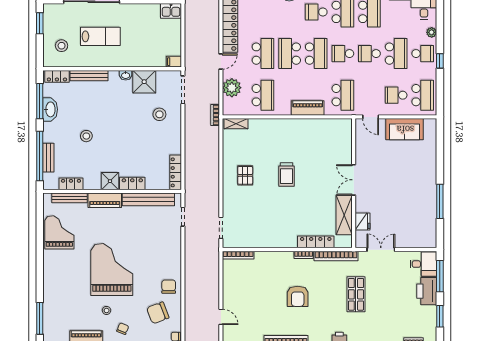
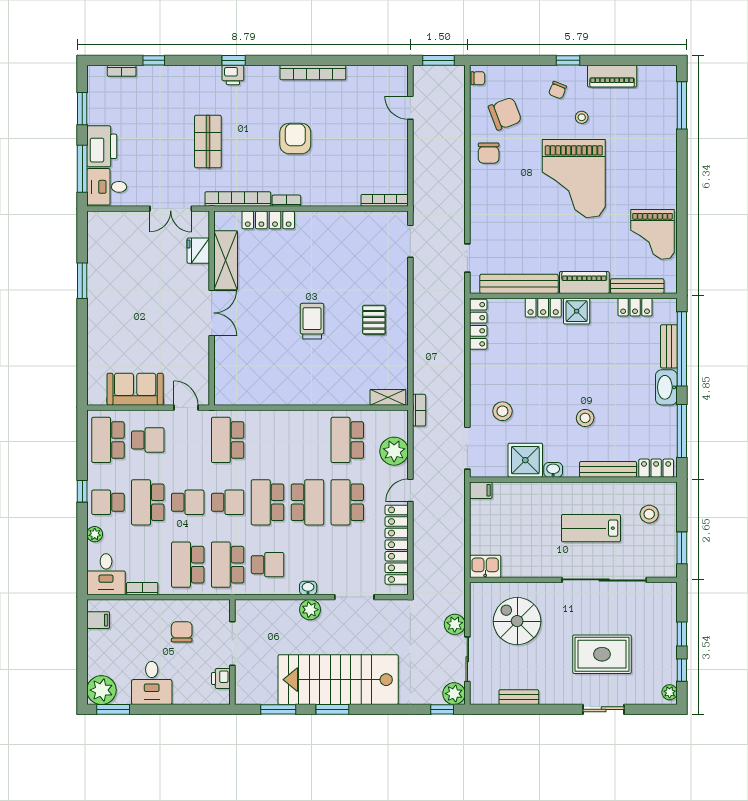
piano: (308, 108) -> (280, 421), removed
washbasin: (50, 109) -> (666, 387), moved
stool: (86, 136) -> (585, 418), moved
window: (440, 201) -> (82, 281), width x0.69

